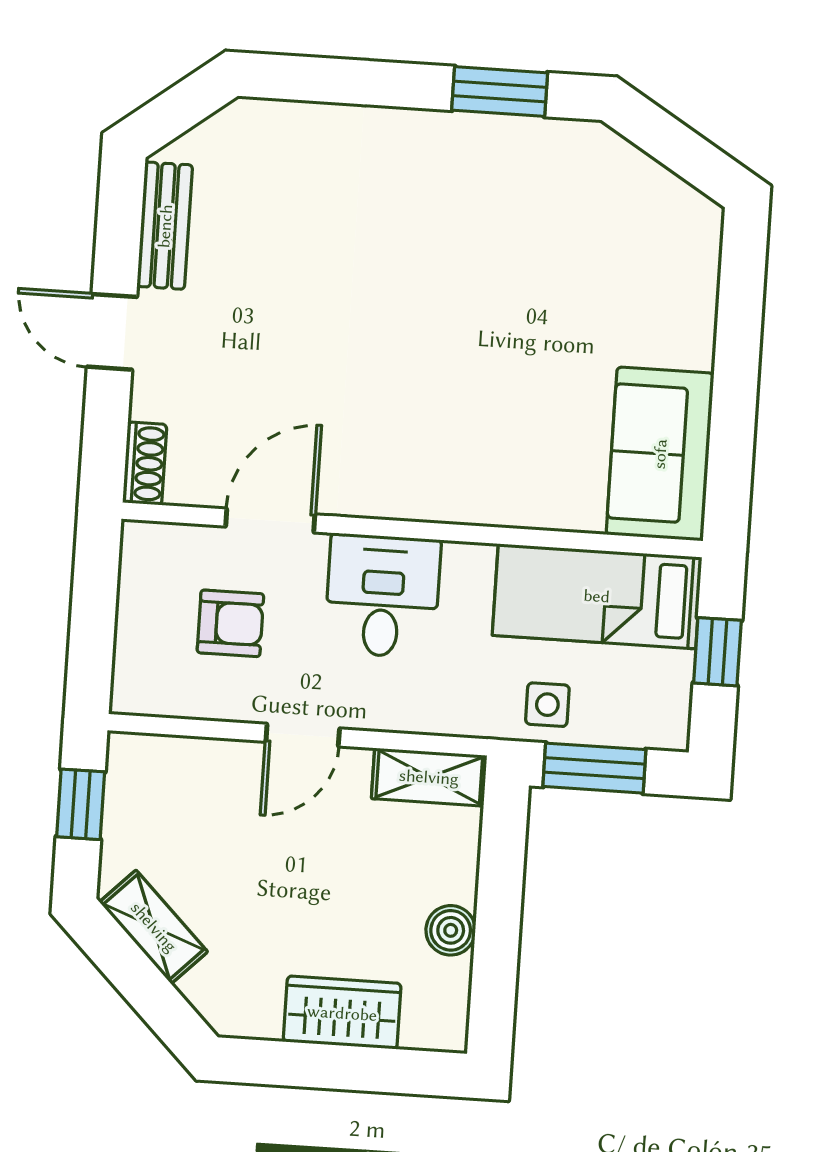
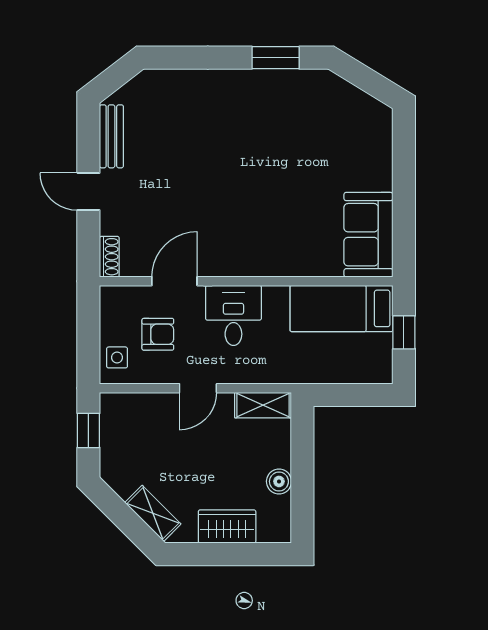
side table: (547, 705) -> (117, 357), moved
window: (594, 768) -> (346, 395), removed
shelving: (154, 927) -> (153, 513), moved

